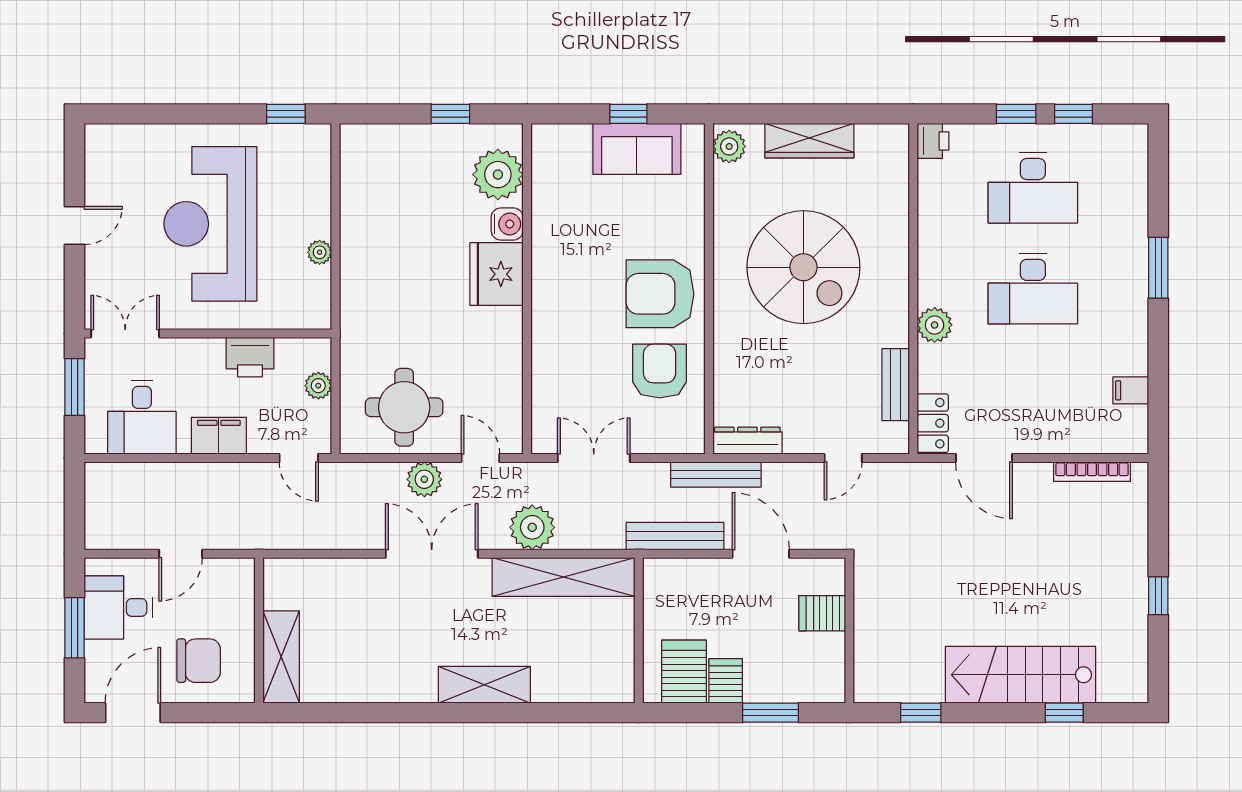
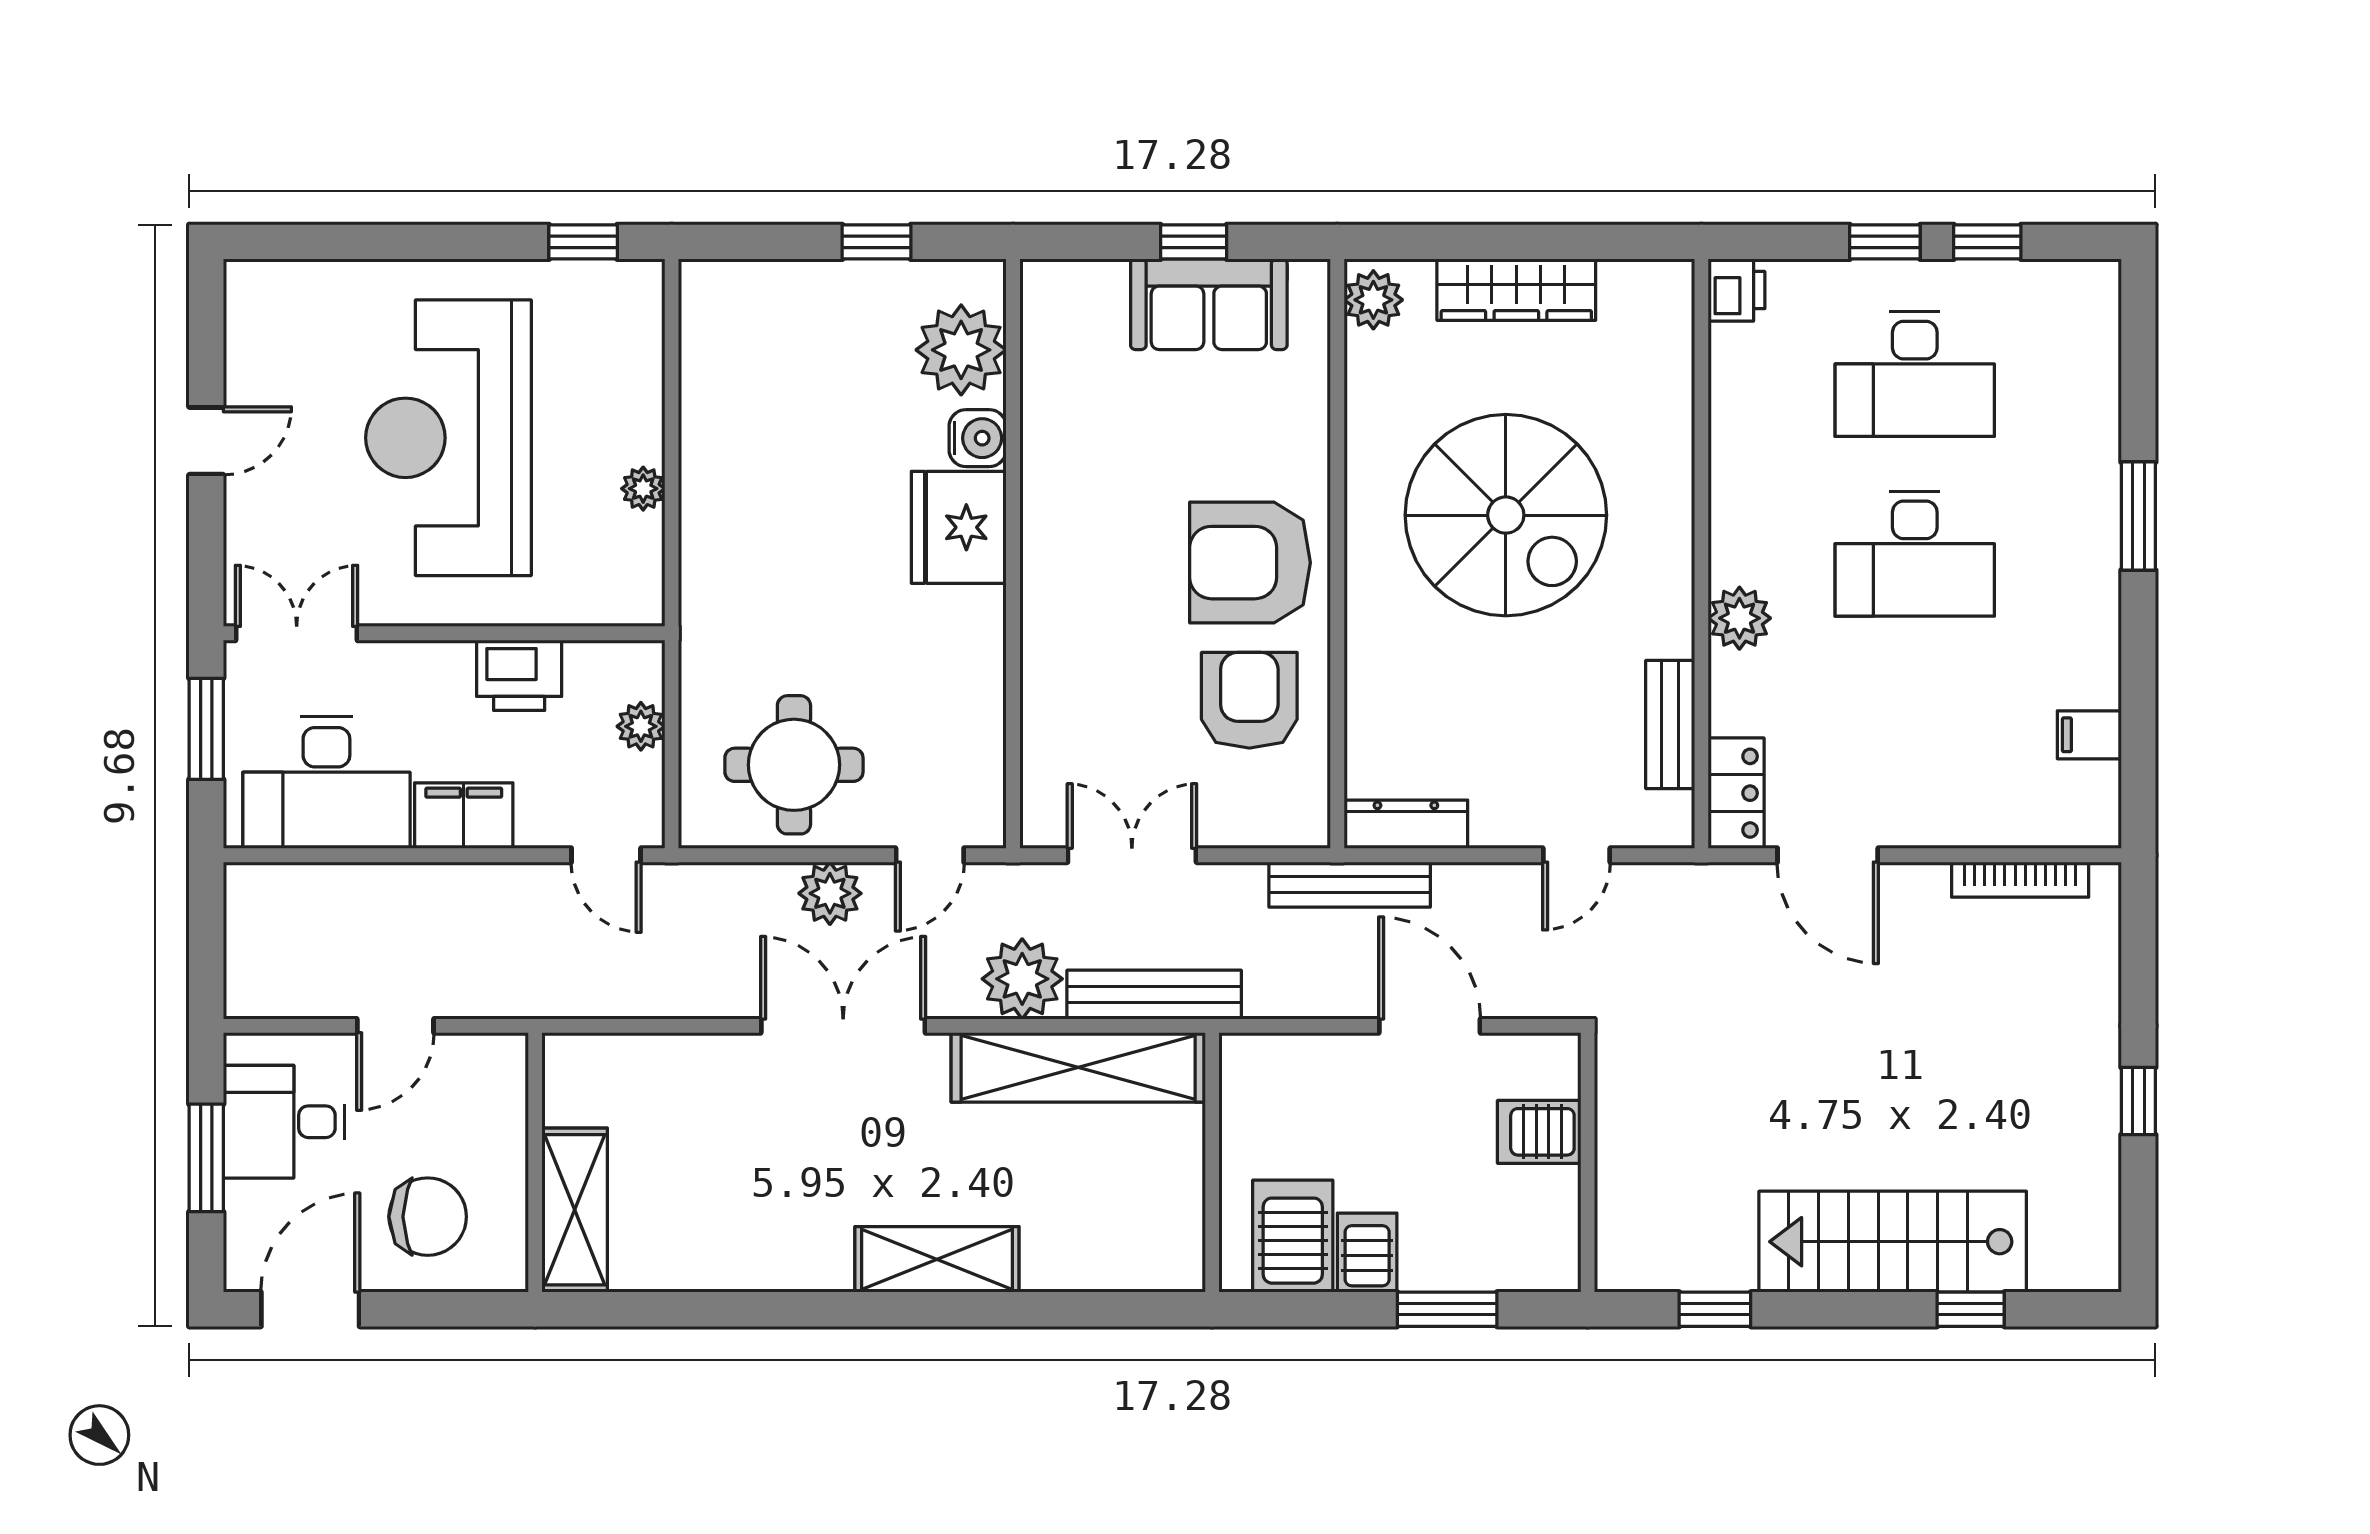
desk: (142, 417) -> (326, 783), width x1.37
door: (480, 458) -> (930, 855), swing flipped
bench: (675, 536) -> (1154, 995), moved

